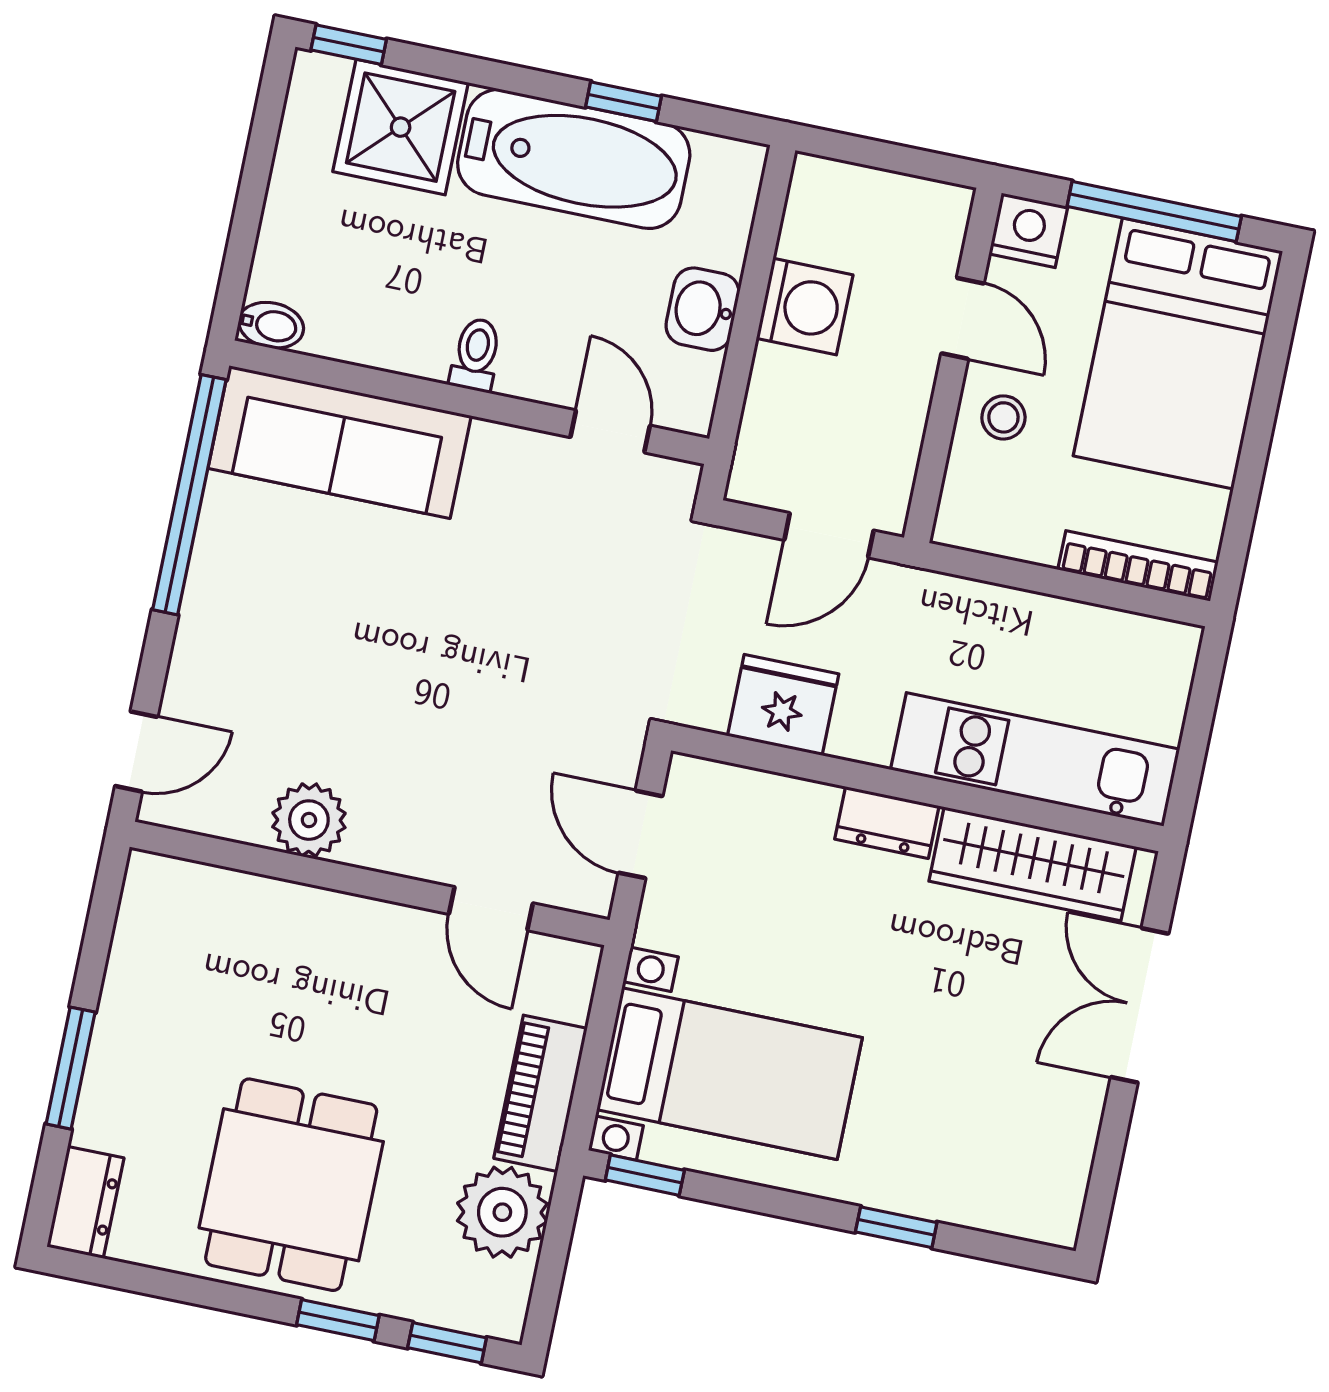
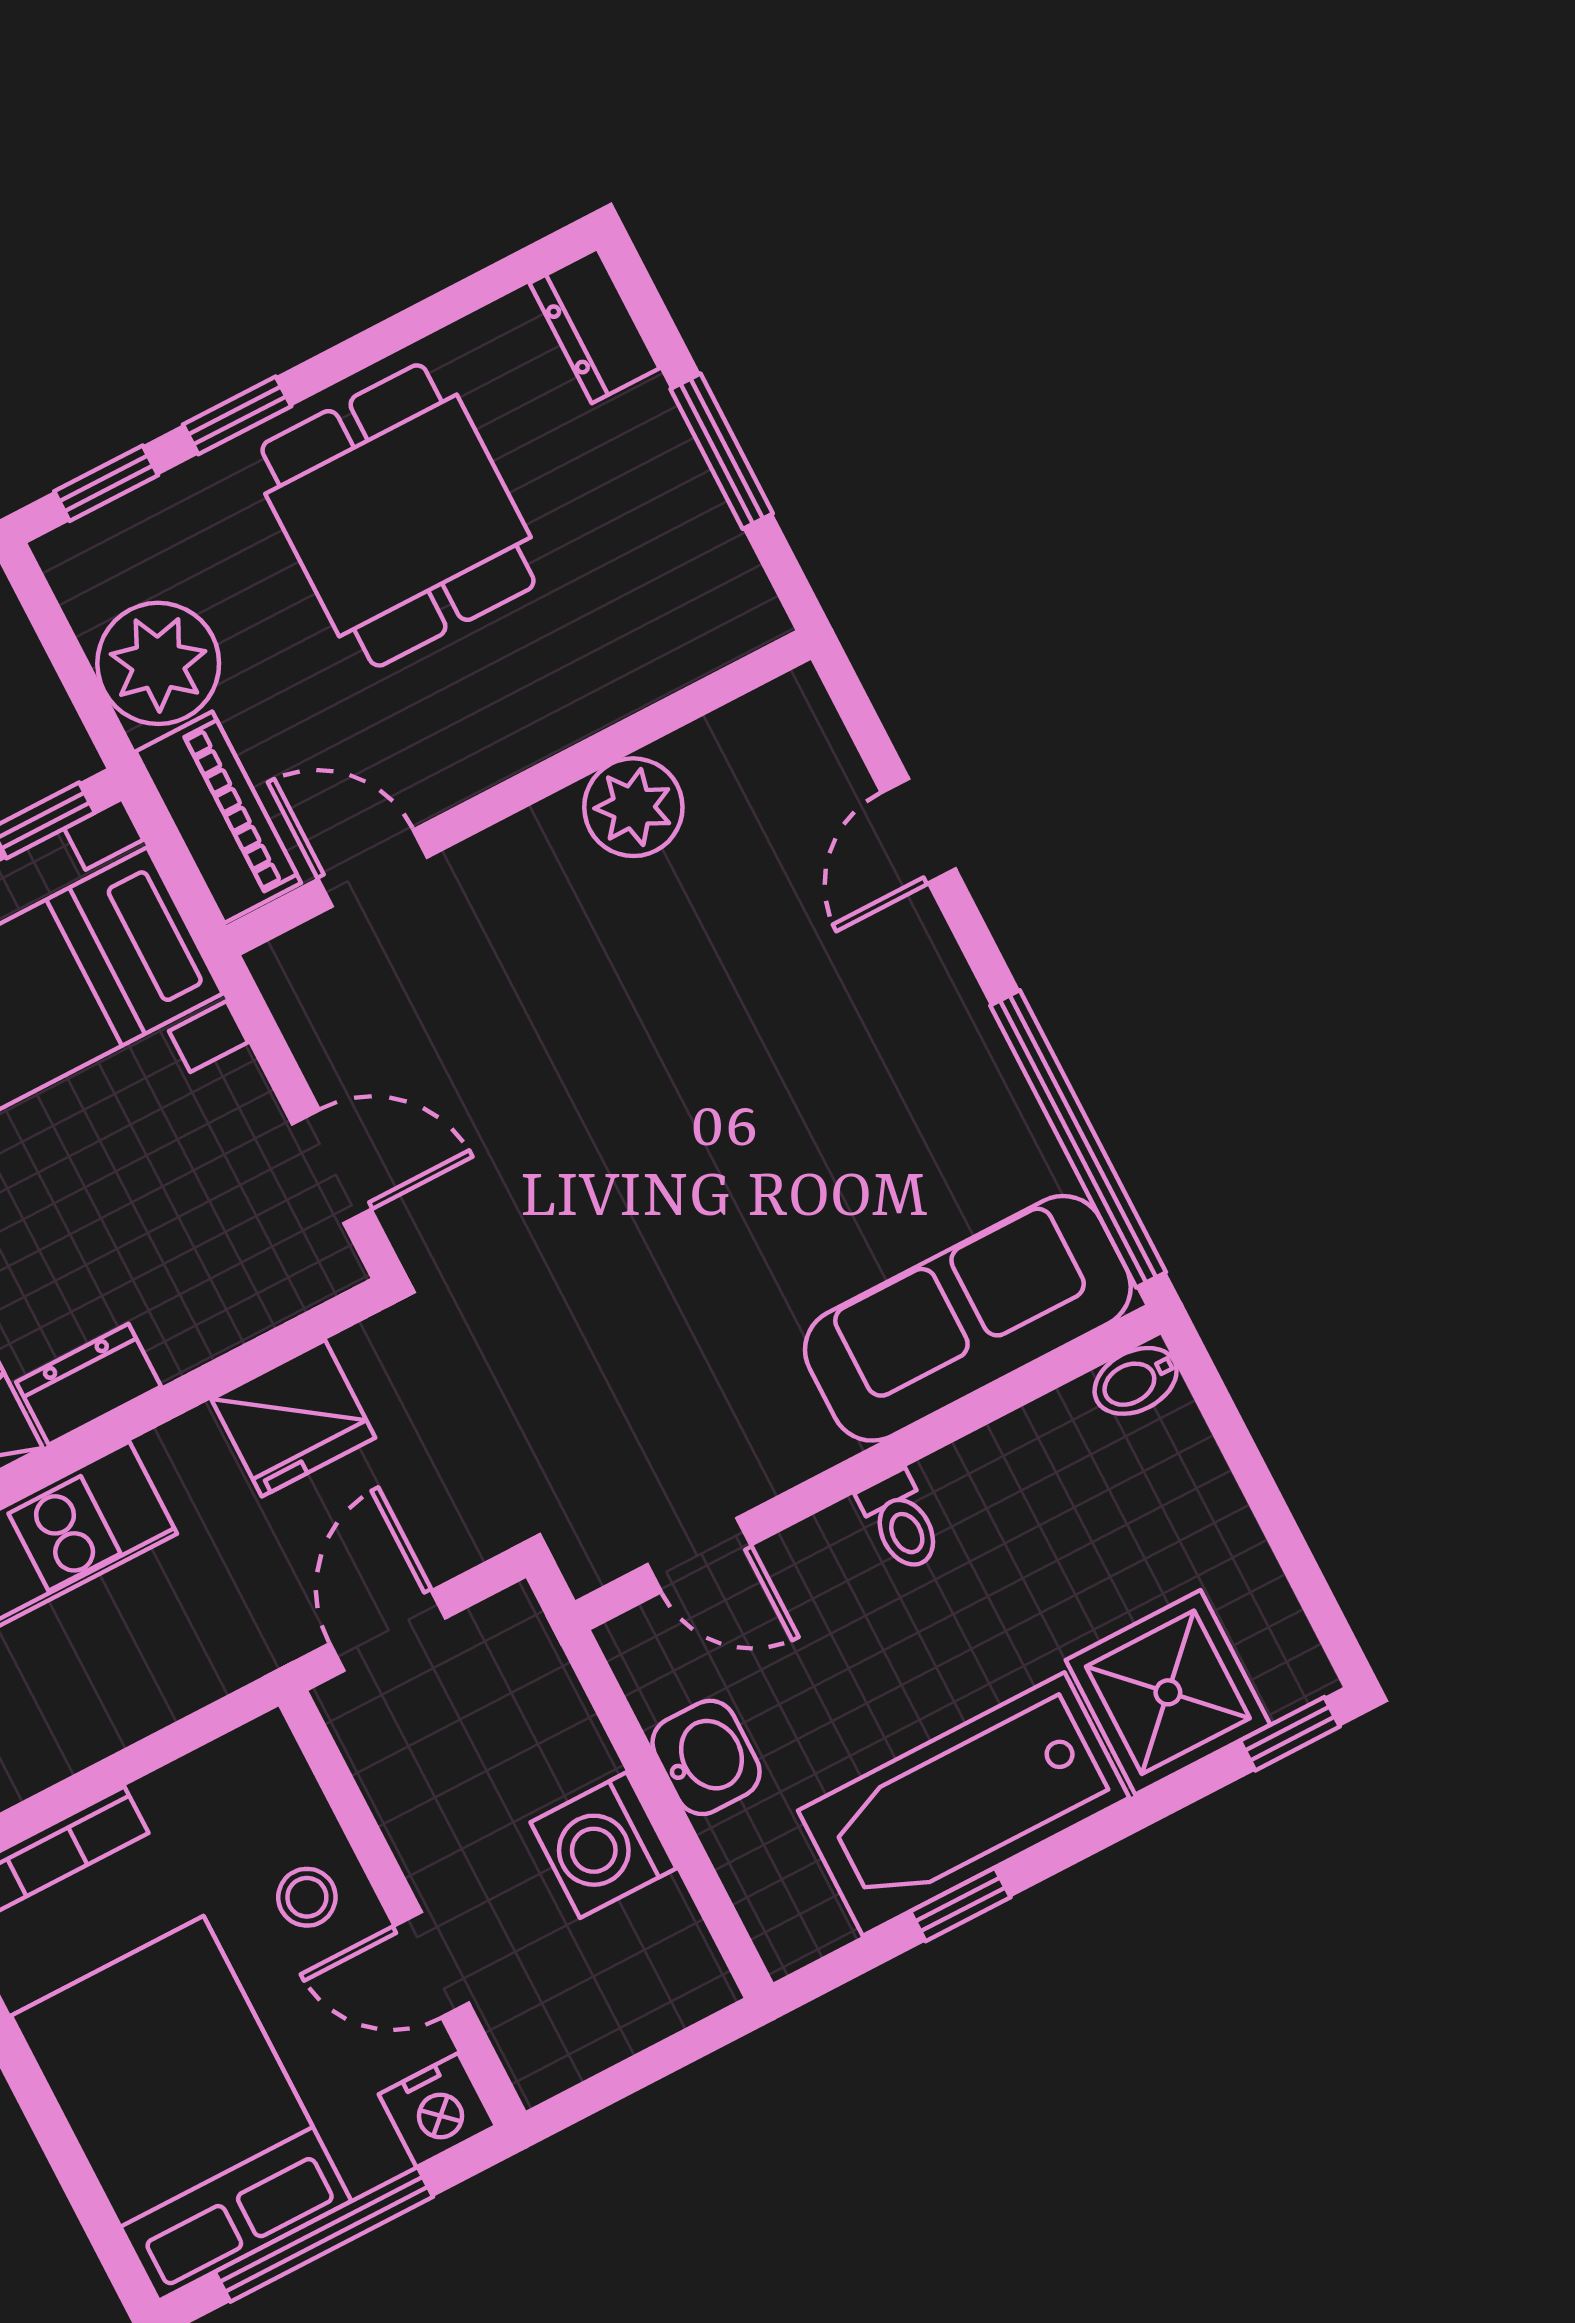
plant: (309, 820) -> (633, 807), moved
wall: (370, 883) -> (518, 793), moved
door: (491, 909) -> (373, 868), moved

